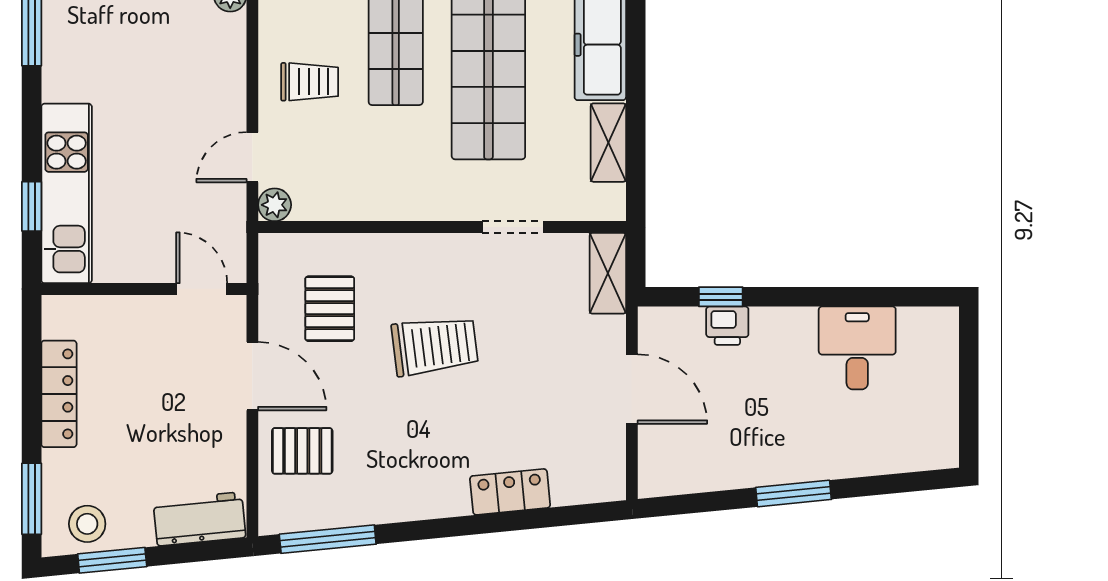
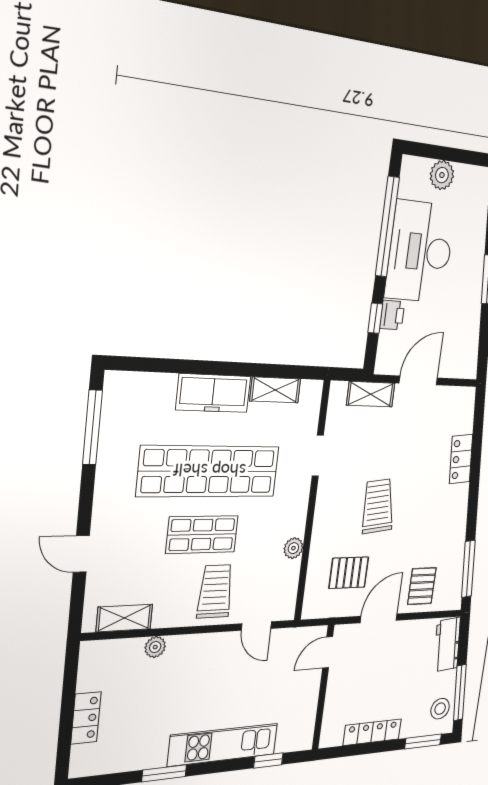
trolley: (310, 82) -> (215, 591), width x1.36, depth x1.39
kitchen unit: (67, 193) -> (223, 745), moved
plant: (275, 205) -> (293, 548), moved
shelving: (608, 273) -> (371, 394), moved
window: (854, 297) -> (387, 227), added
desk: (857, 348) -> (420, 252), width x1.87, depth x1.30
plant: (938, 381) -> (442, 175), added
window: (112, 560) -> (460, 693), width x1.44

